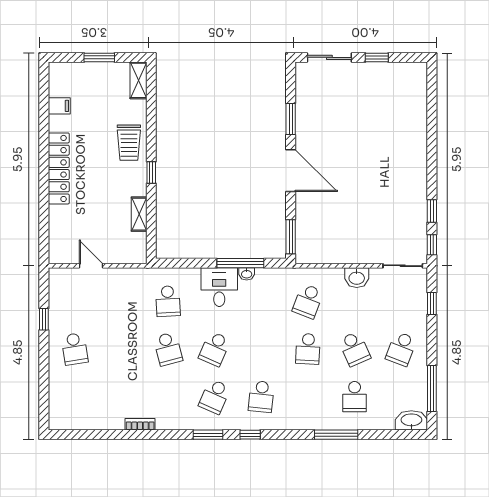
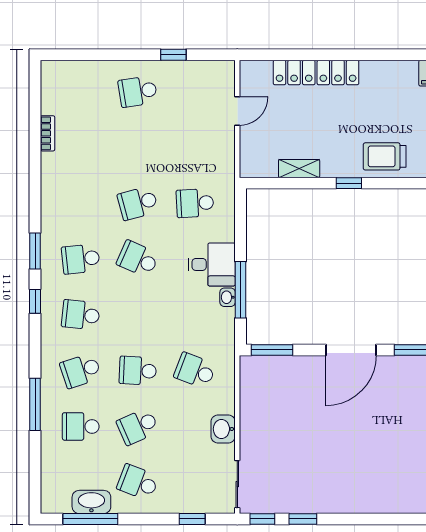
locker: (59, 168) -> (316, 73), moved
school desk: (215, 397) -> (81, 259), turned -30
school desk: (308, 397) -> (81, 371), added
washbasin: (411, 420) -> (91, 502), moved, turned -90
bookcase: (140, 424) -> (48, 133), moved

